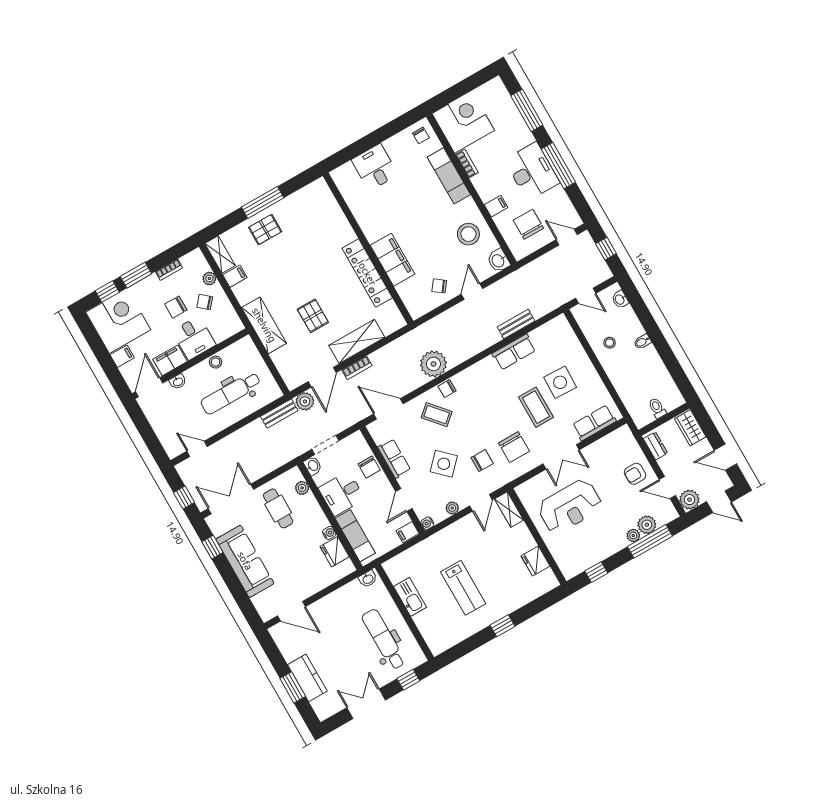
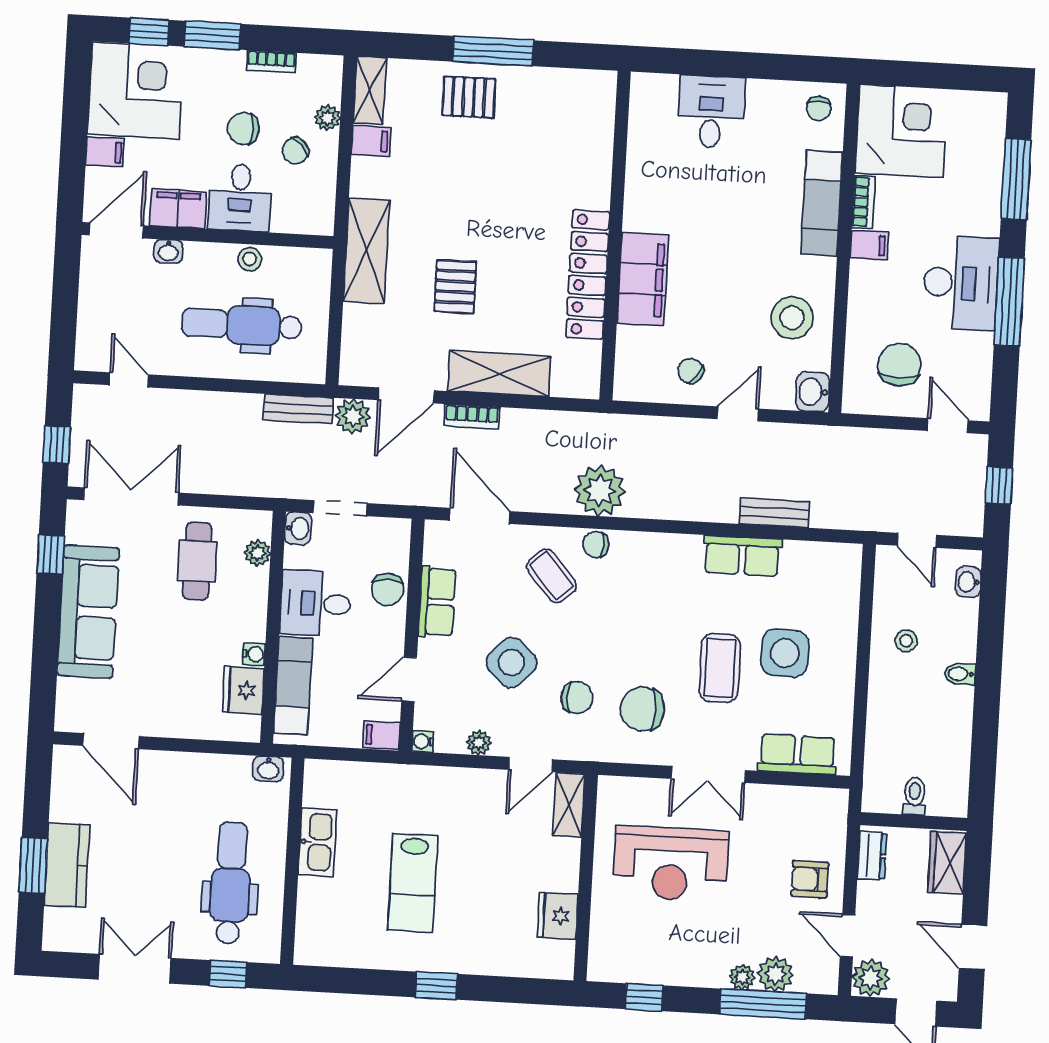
filing cabinet: (496, 206) -> (869, 245), moved
chair: (205, 302) -> (295, 151), turned -86
chair: (514, 447) -> (642, 709), turned 90

